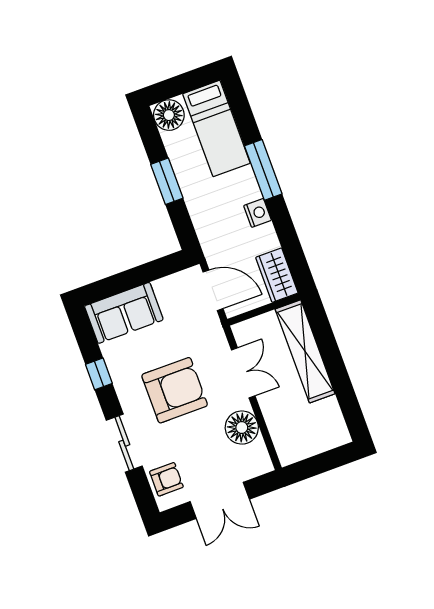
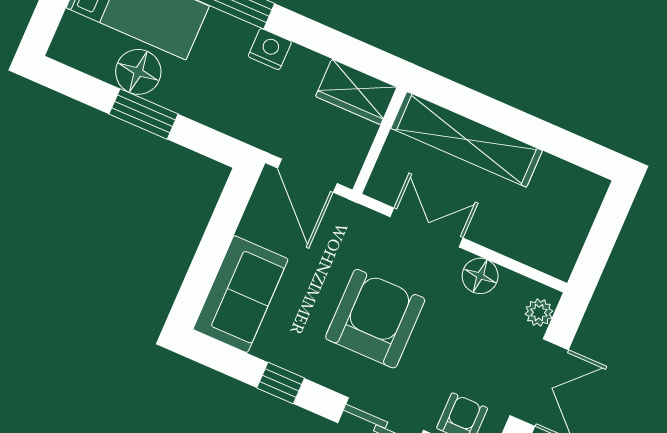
floor lamp: (169, 115) -> (138, 72), moved
door: (213, 290) -> (307, 176), swing flipped
floor lamp: (242, 428) -> (480, 276), width x0.73, depth x0.73
plant: (254, 468) -> (539, 313), added

